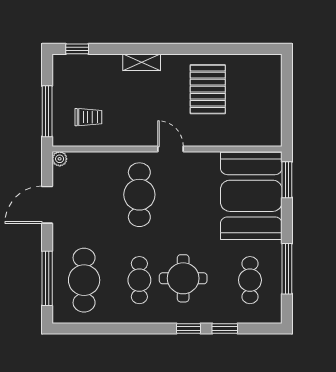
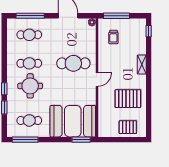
pallet: (263, 89) -> (128, 127), added
window: (287, 269) -> (25, 140), moved
cafe table: (84, 280) -> (29, 35), width x0.73, depth x0.74

